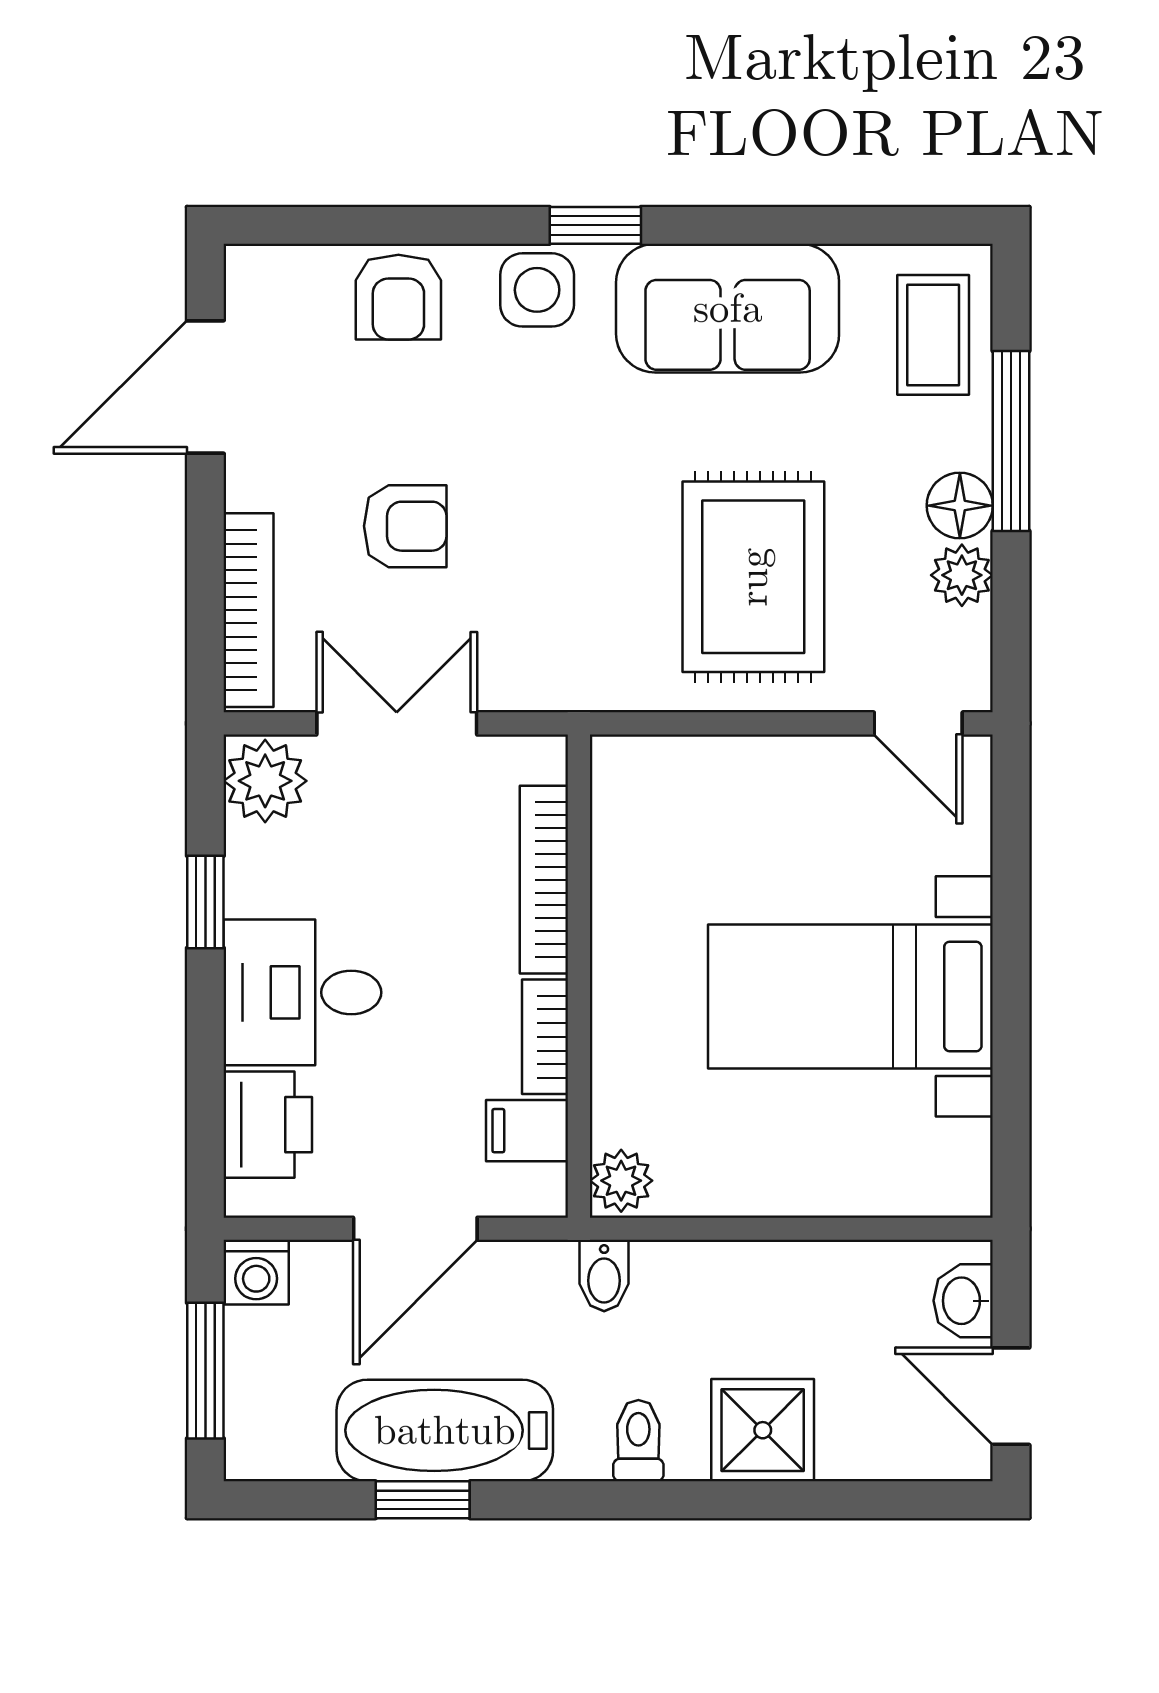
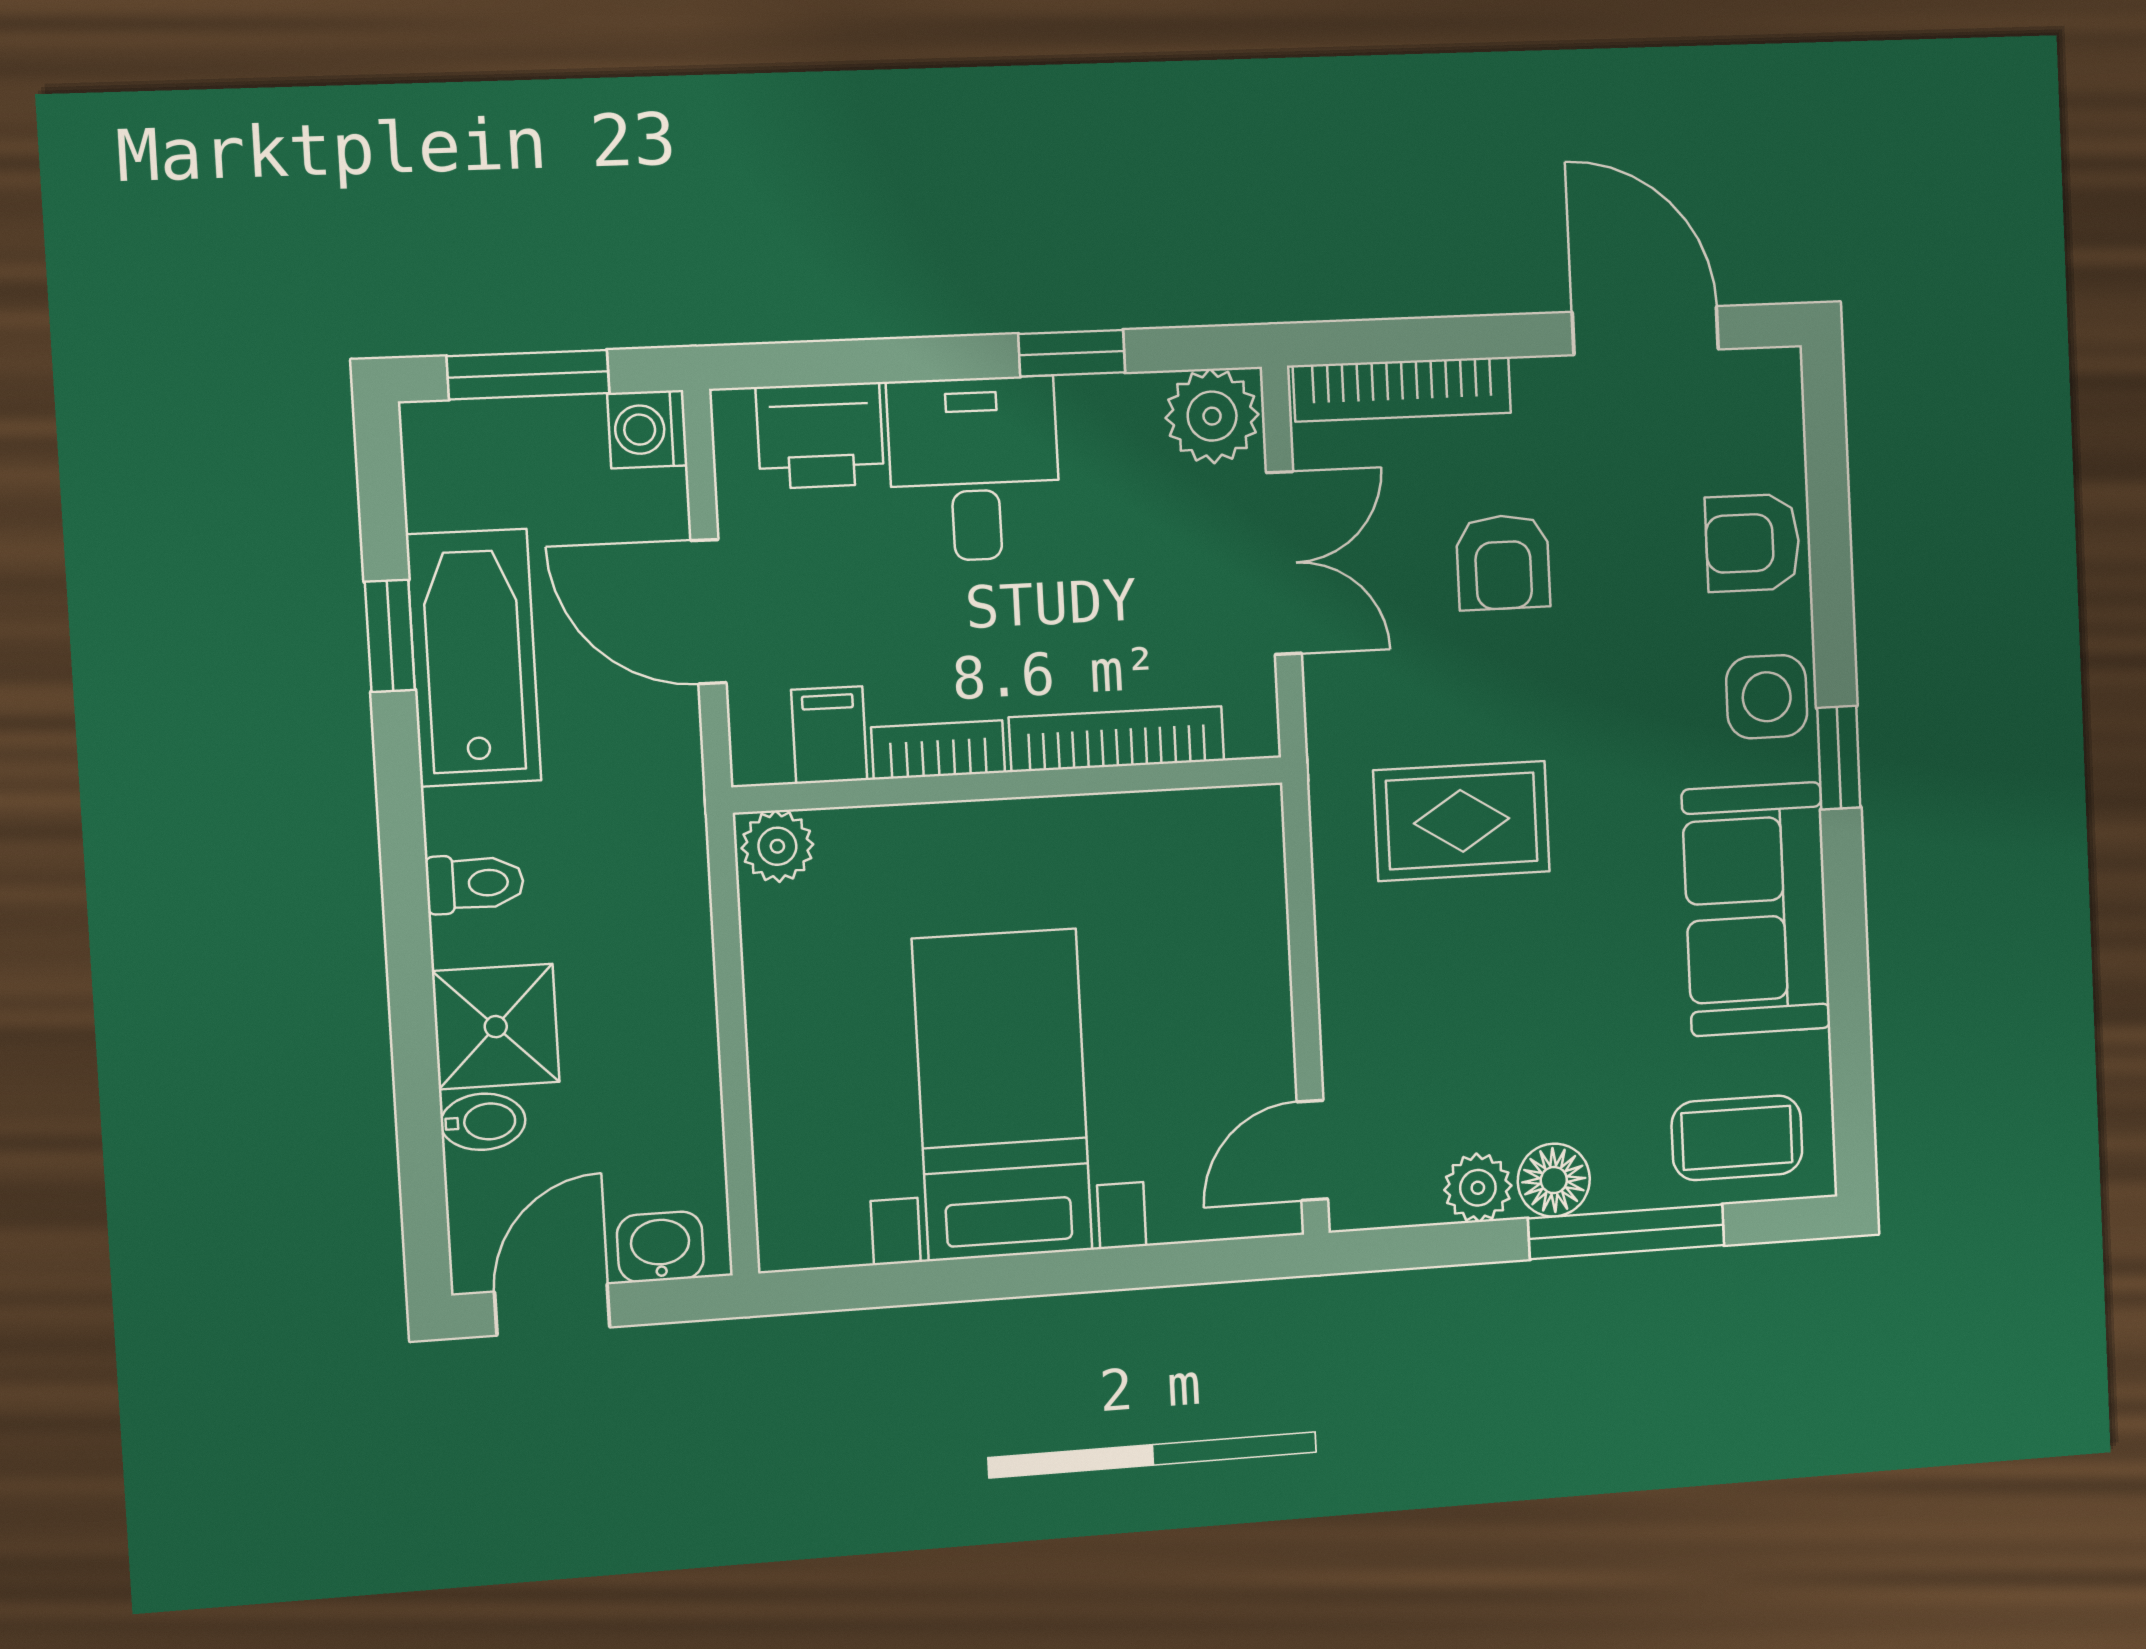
rug: (753, 577) -> (1462, 821), moved, width x0.73, depth x0.70
bidet: (604, 1276) -> (483, 1122), moved, turned 180

